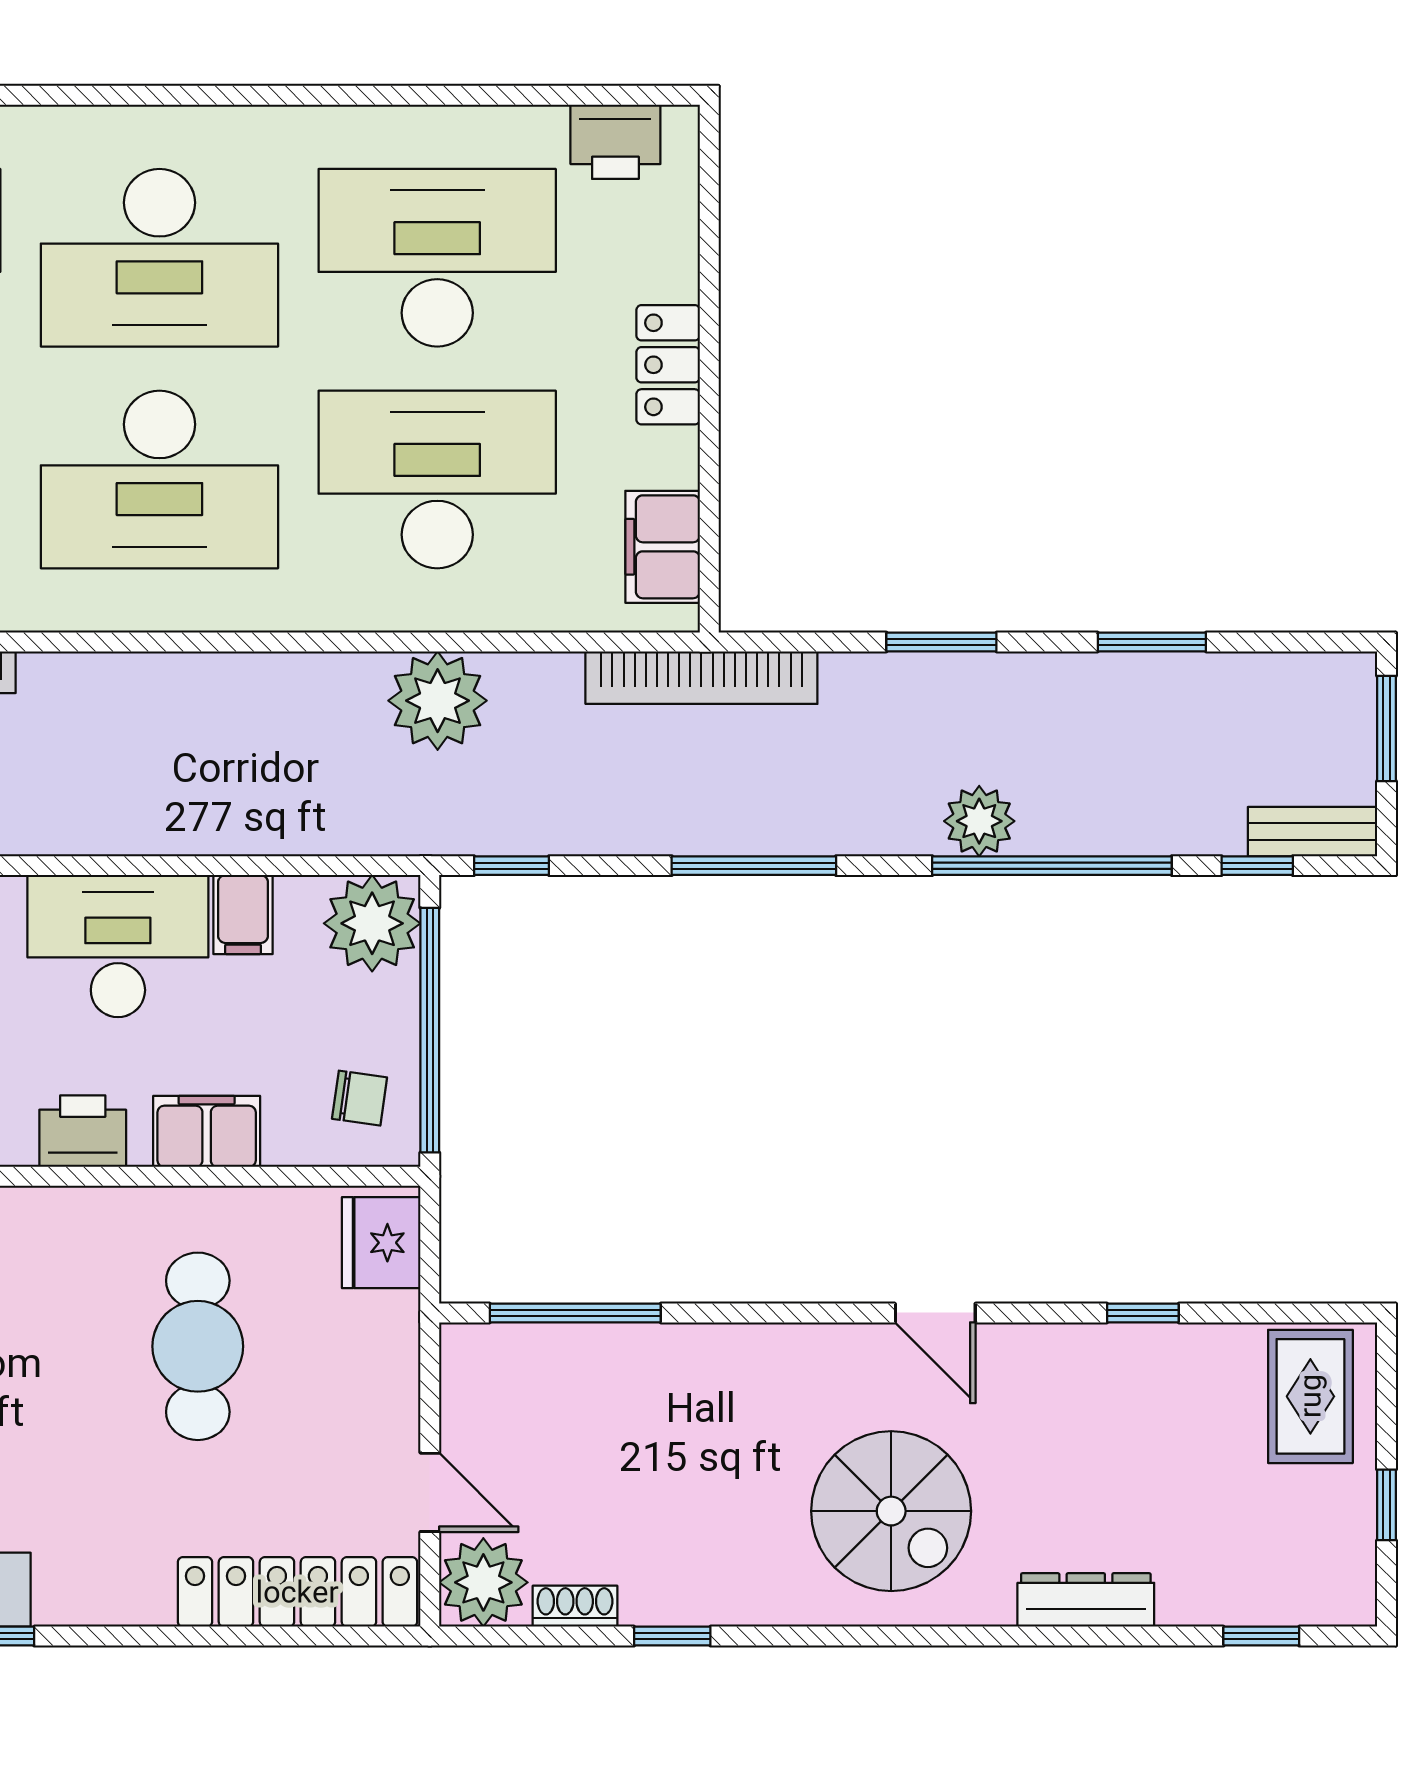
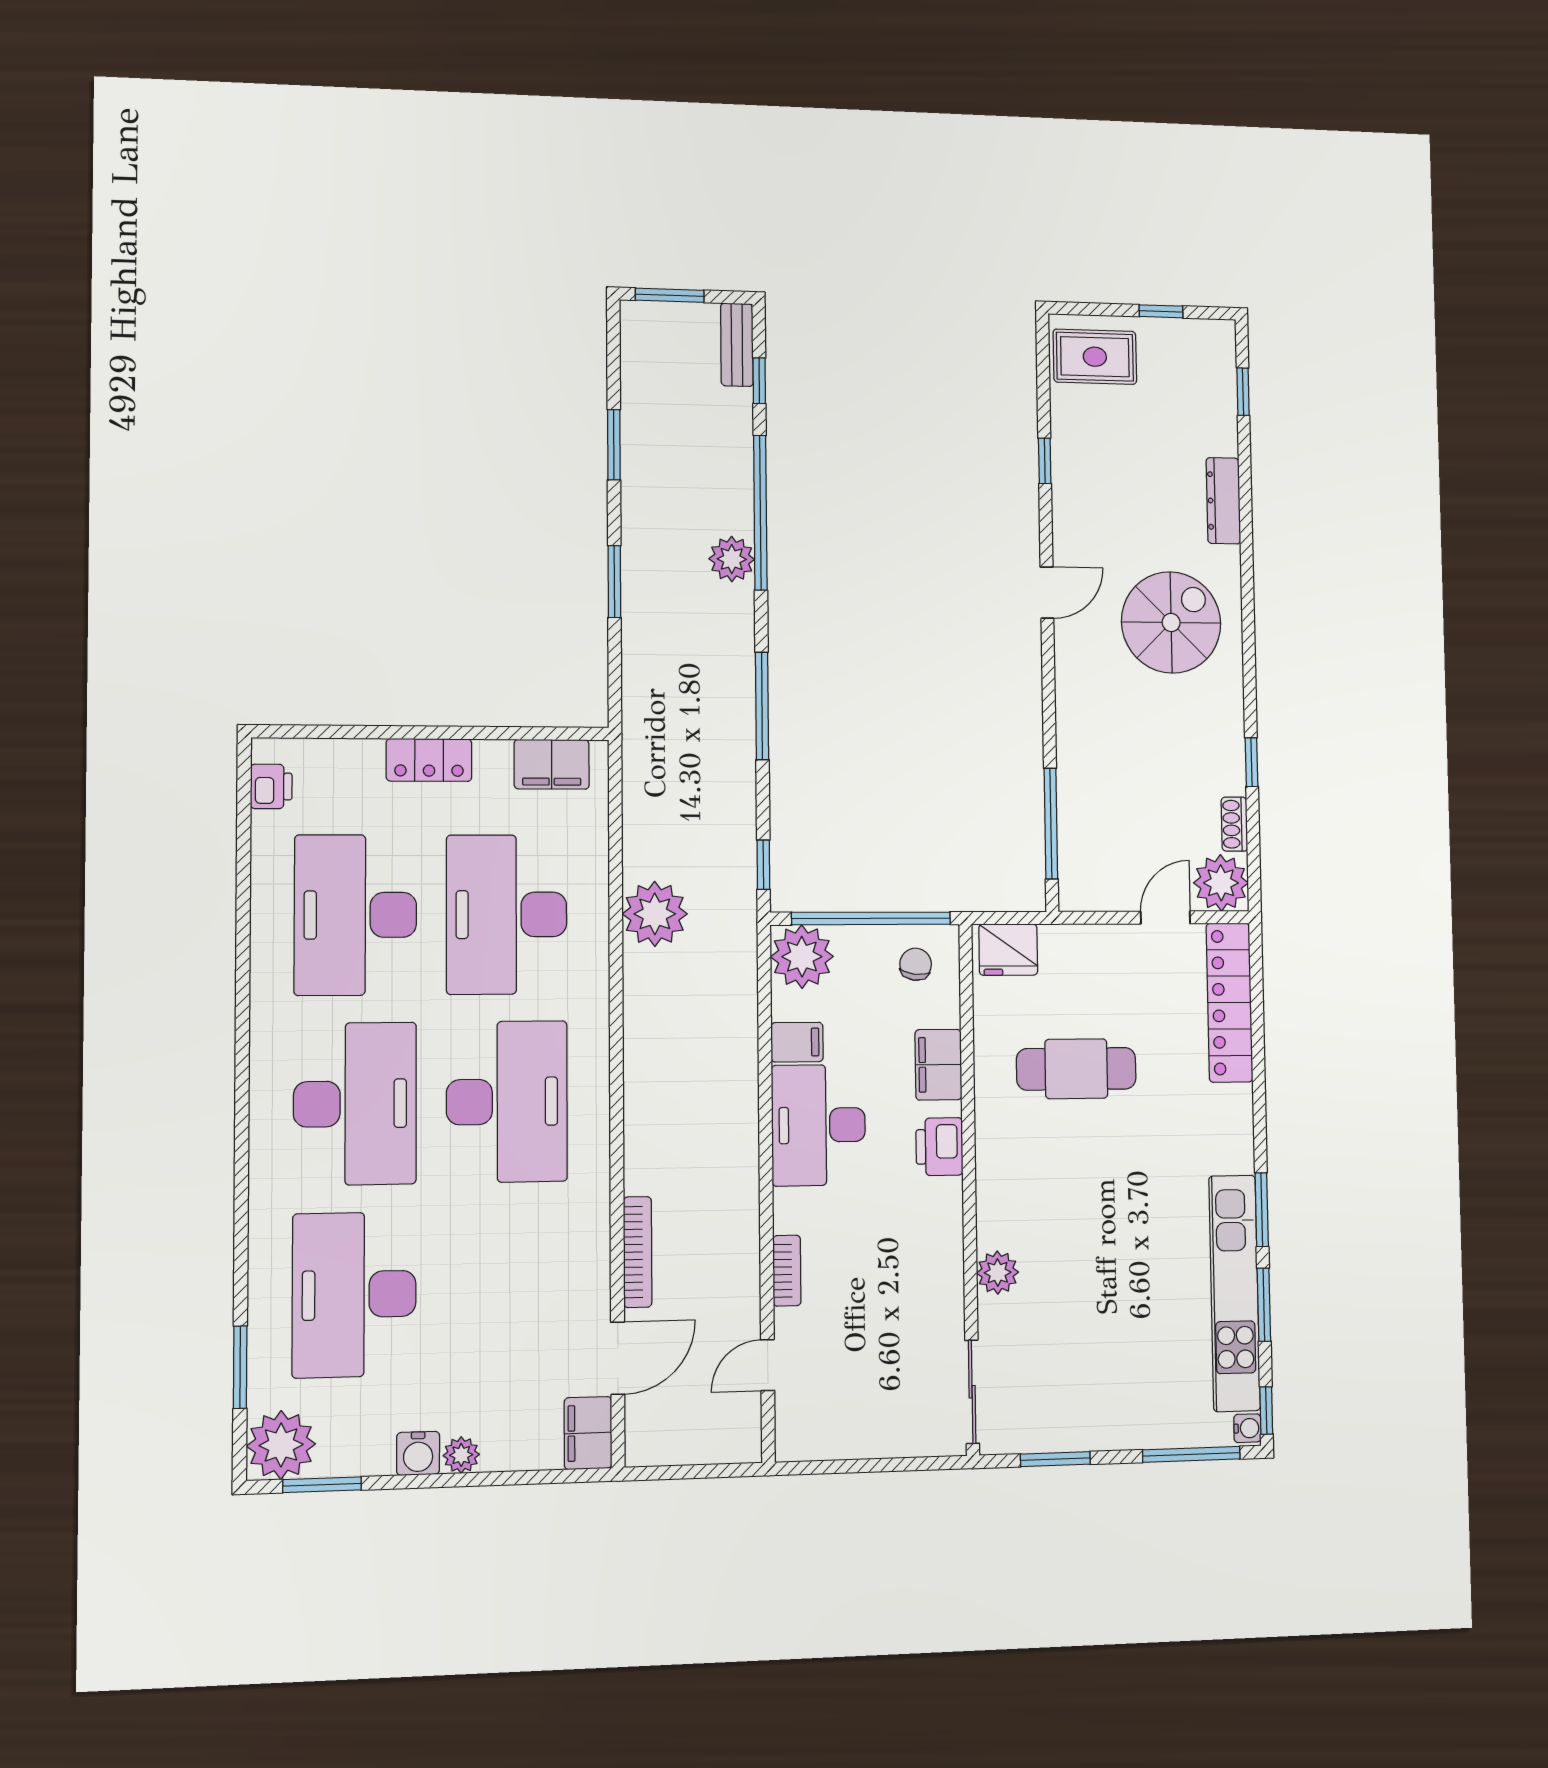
printer: (615, 142) -> (271, 786), width x0.73, depth x0.81
bookcase: (701, 678) -> (639, 739), removed

